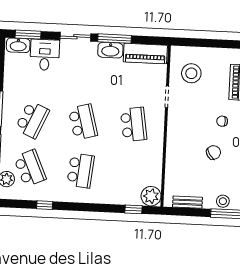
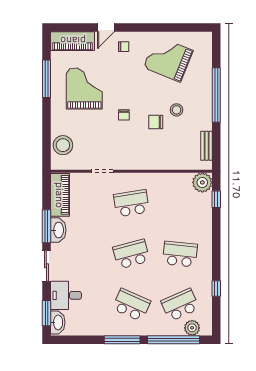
stool: (191, 73) -> (63, 145), moved
chair: (213, 152) -> (156, 122), turned -57
stool: (223, 201) -> (177, 110), moved

